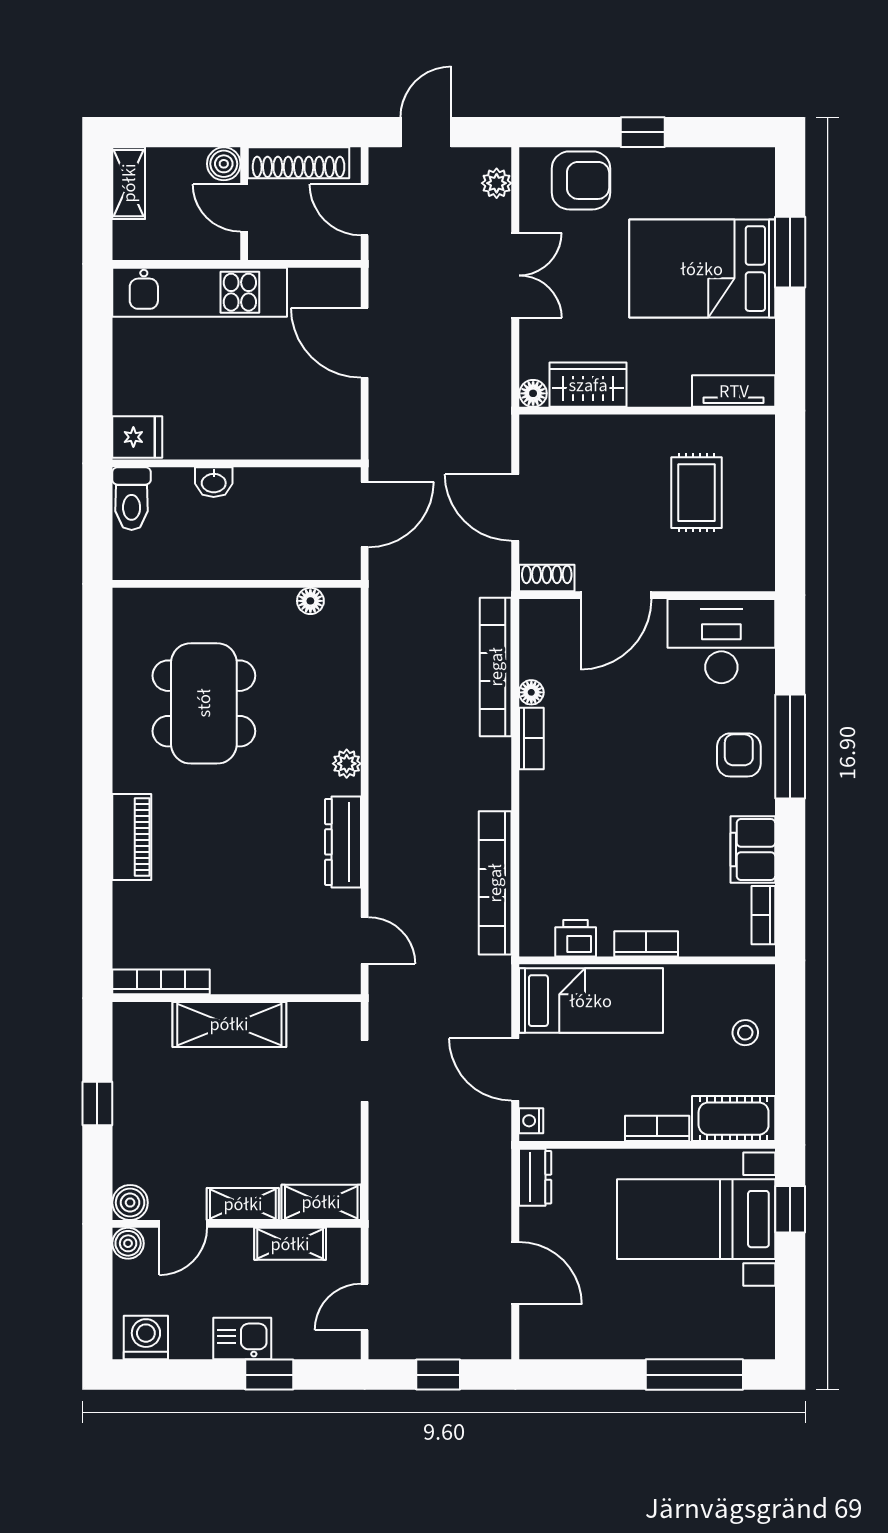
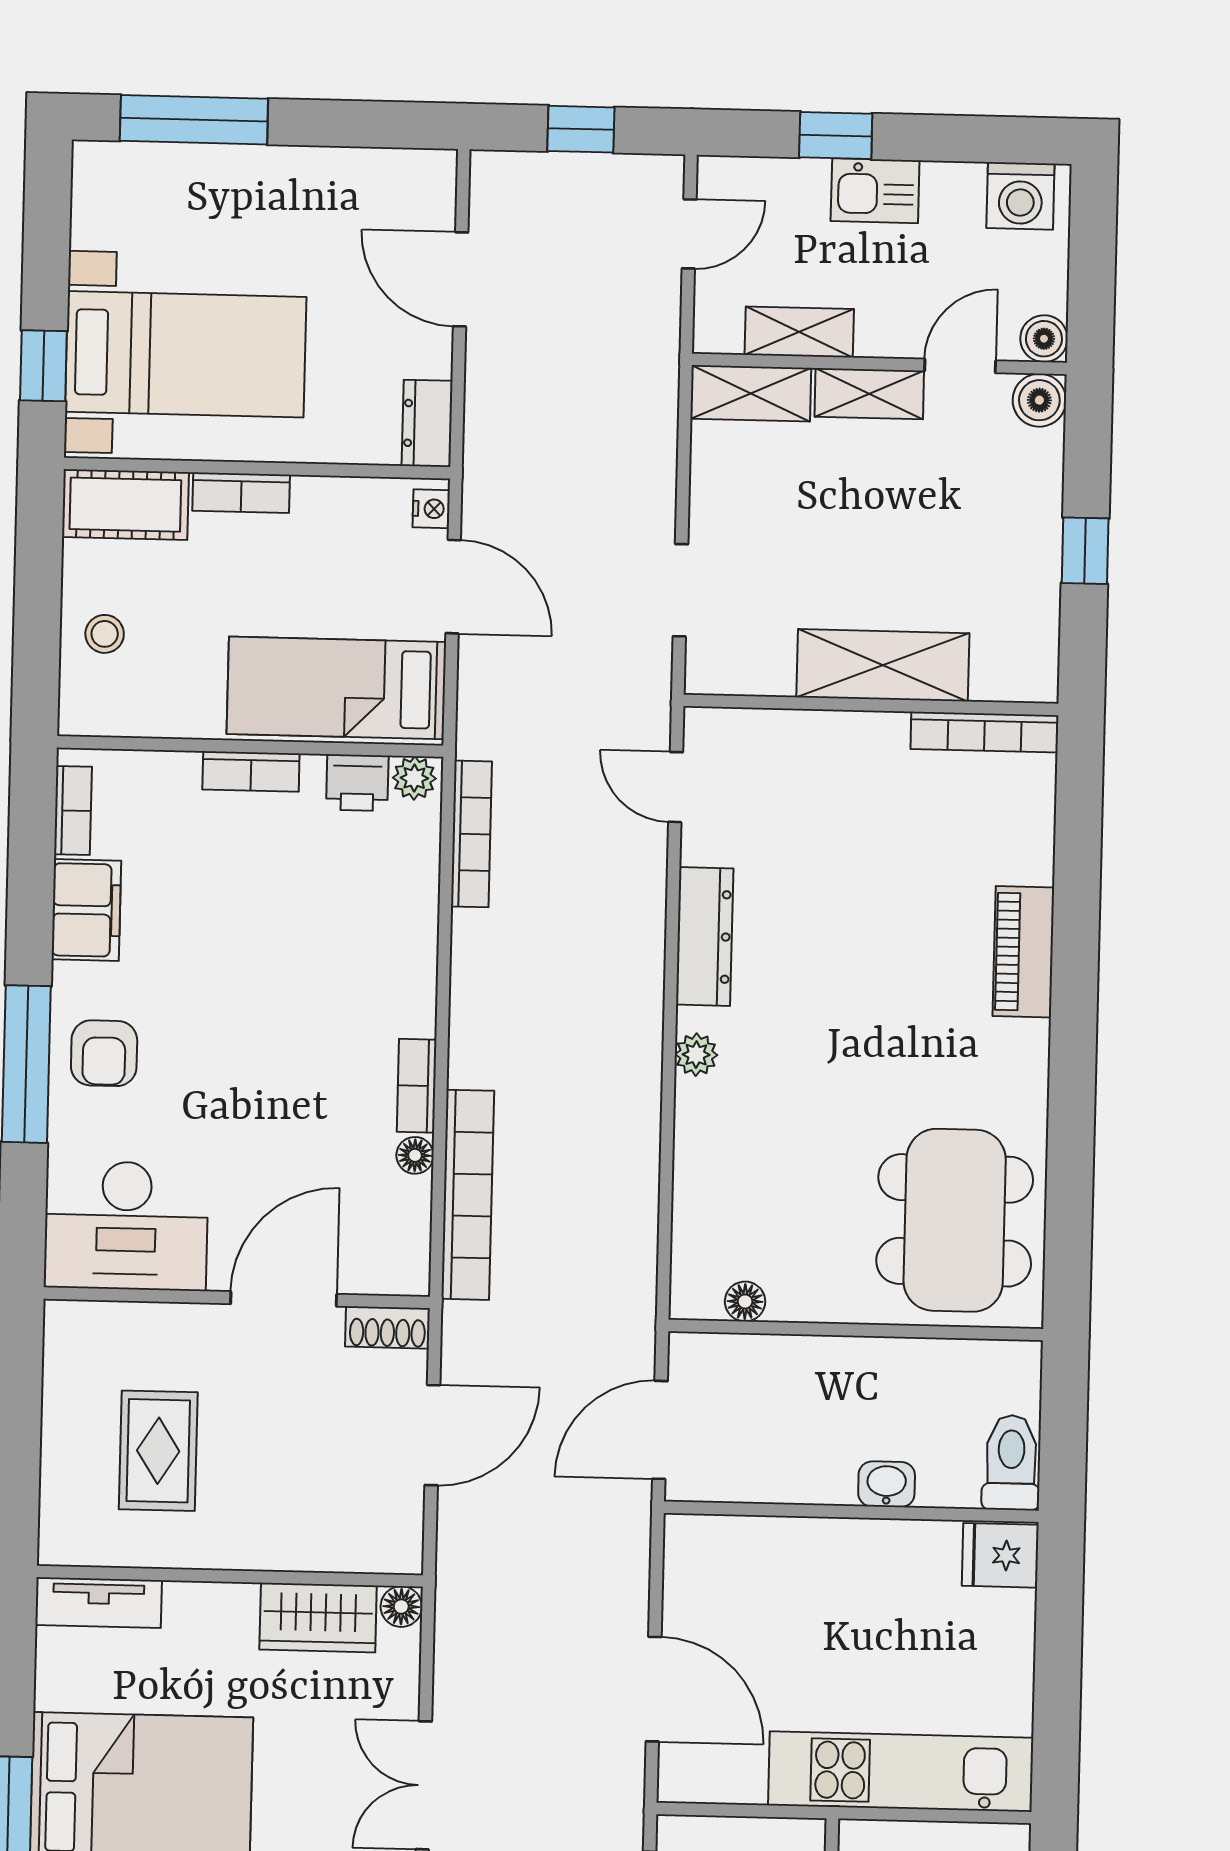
door: (515, 507) -> (432, 1435), hinge flipped
dining table: (204, 703) -> (955, 1220), moved
bookcase: (495, 883) -> (471, 834), width x0.68, depth x0.76
plant: (538, 942) -> (414, 778), added

